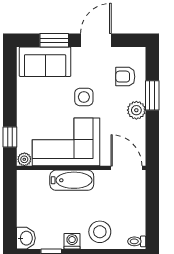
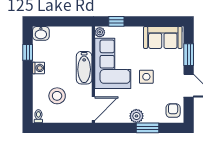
sofa: (45, 62) -> (163, 37), moved, turned -90
armchair: (125, 77) -> (173, 111), moved
stool: (100, 232) -> (57, 96), moved

